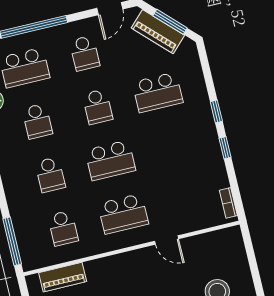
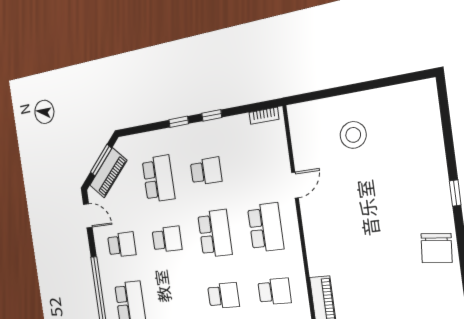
school desk: (37, 121) -> (206, 171), moved

